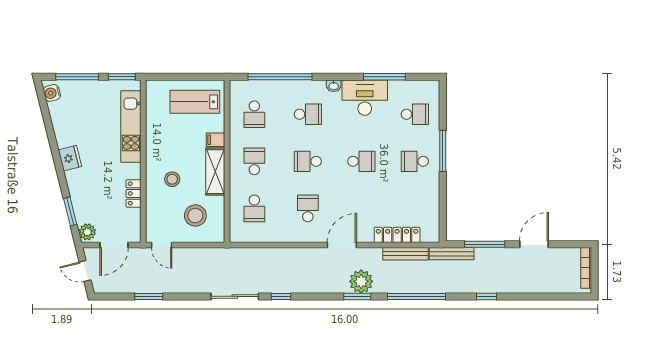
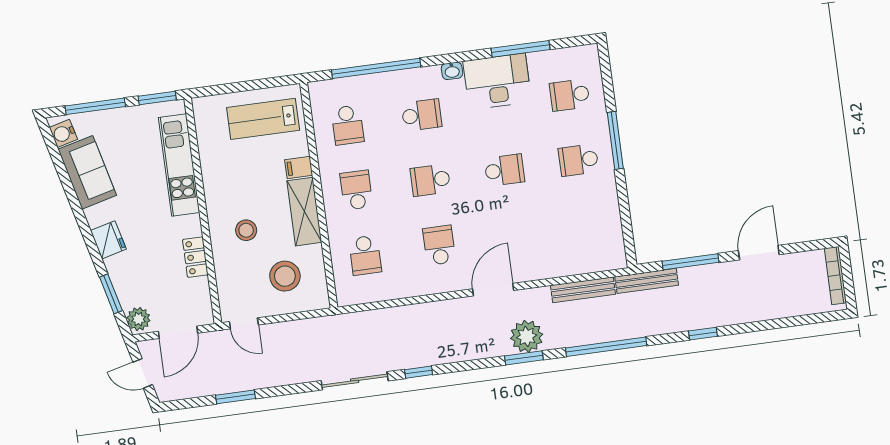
school desk: (415, 114) -> (570, 95), turned 180
sofa: (65, 123) -> (87, 172), added
fridge: (70, 158) -> (108, 240), moved
locker: (397, 235) -> (568, 265), removed

